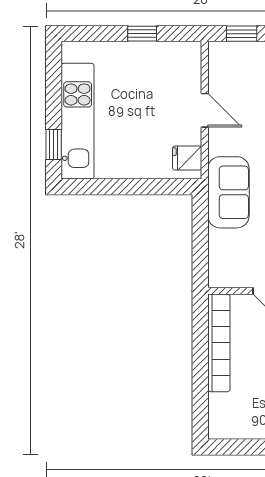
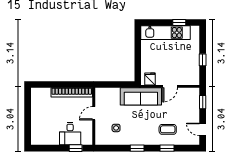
window: (54, 144) -> (179, 22), moved
sofa: (228, 192) -> (141, 96), width x1.36

